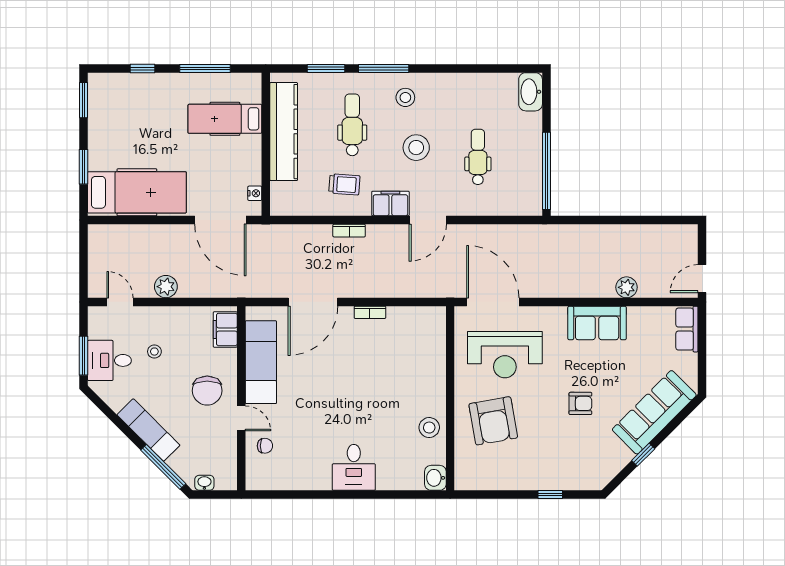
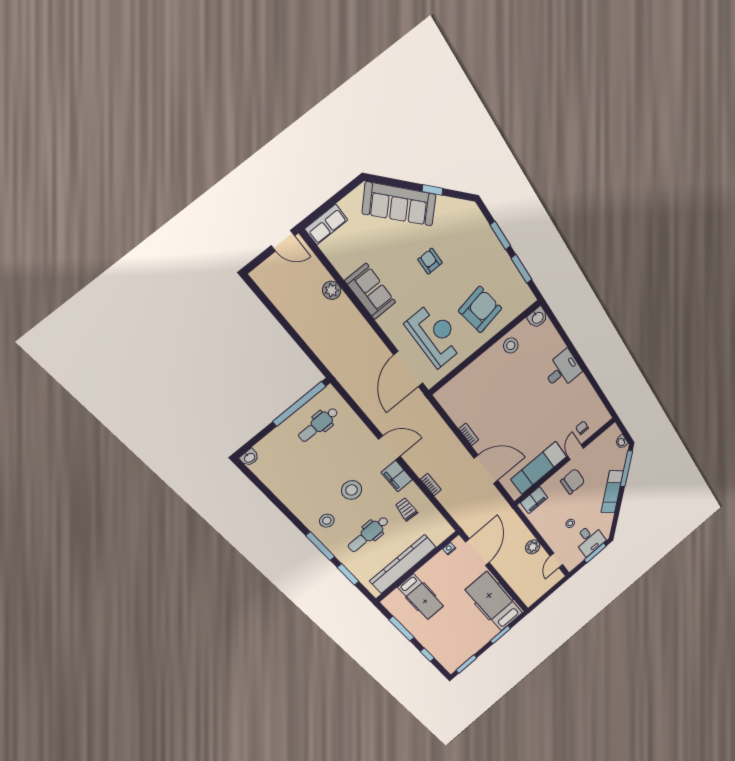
washbasin: (531, 92) -> (249, 458), width x0.52, depth x0.69
dental chair: (478, 157) -> (318, 425), moved
window: (500, 495) -> (521, 269), added
window: (550, 495) -> (500, 235), width x1.50

